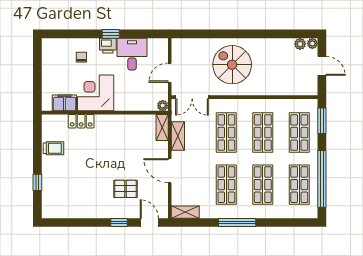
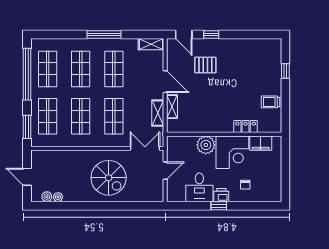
plant: (312, 43) -> (58, 197), moved
plant: (163, 106) -> (206, 145), moved, width x1.88, depth x1.88
shelving: (162, 128) -> (172, 107), moved

